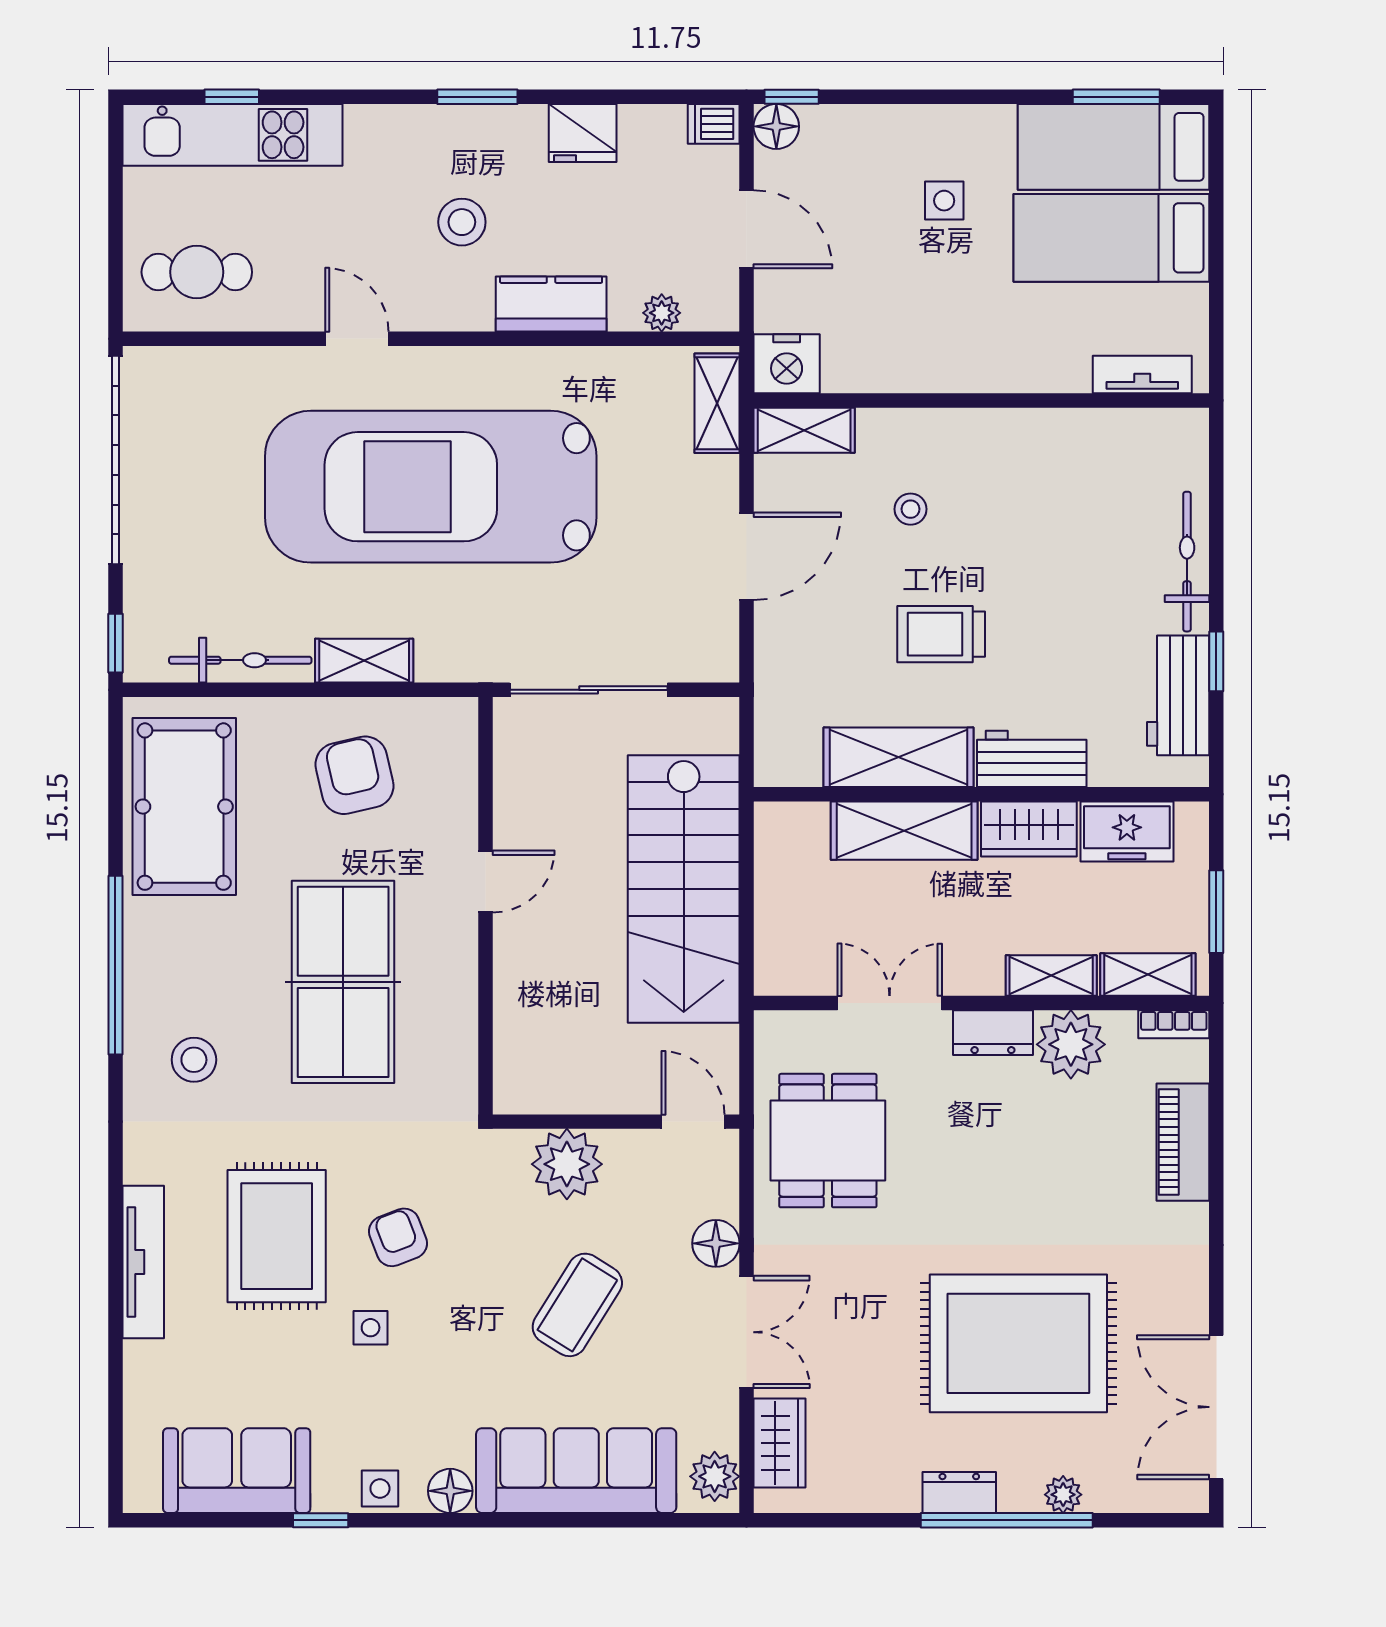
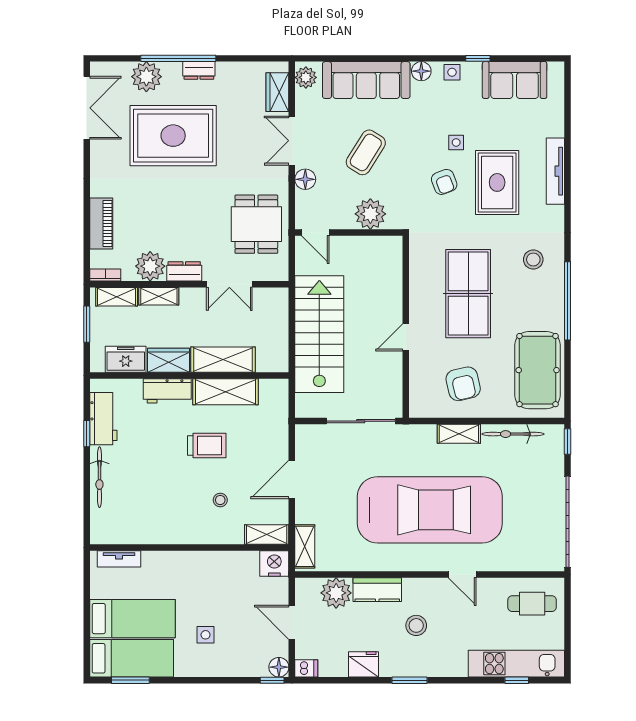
plant: (662, 313) -> (336, 593), width x1.88, depth x1.88
plant: (1063, 1495) -> (146, 77), width x1.88, depth x1.88

